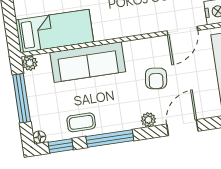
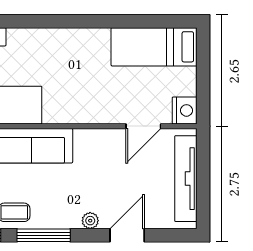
armchair: (156, 78) -> (106, 176), removed

